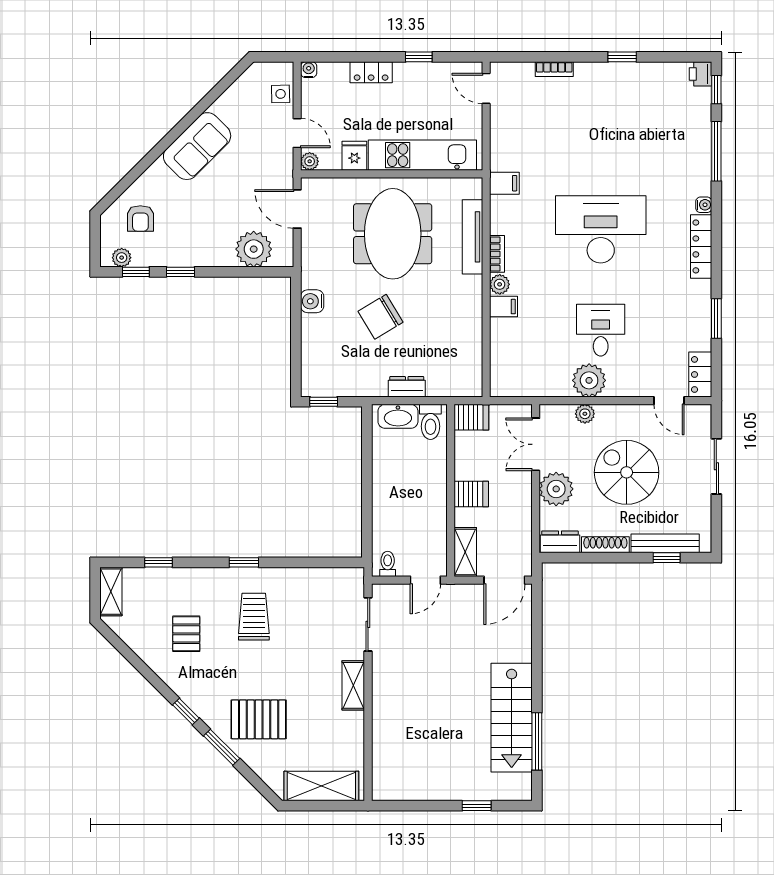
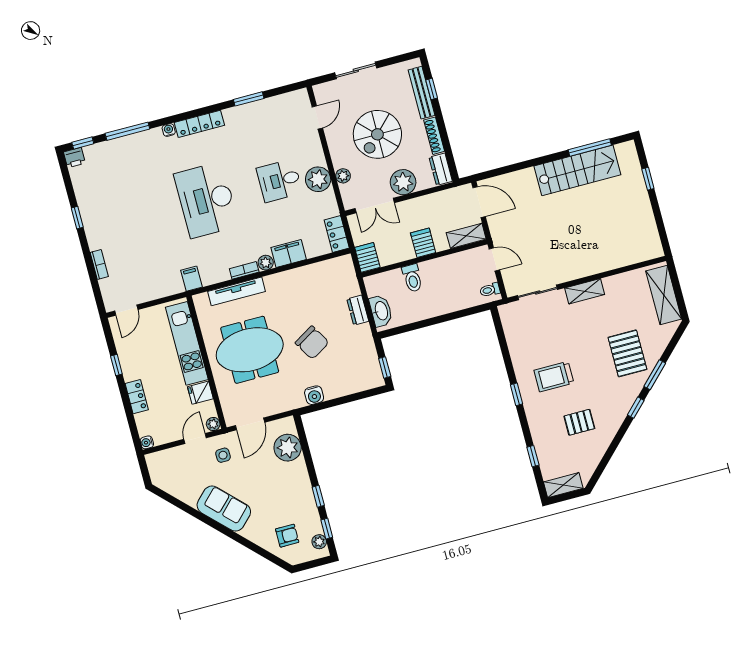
side table: (281, 94) -> (223, 455), moved
filing cabinet: (504, 307) -> (289, 253), width x2.00
locker: (700, 374) -> (337, 234), moved, turned 90
toilet: (430, 422) -> (412, 278), moved, turned 90

